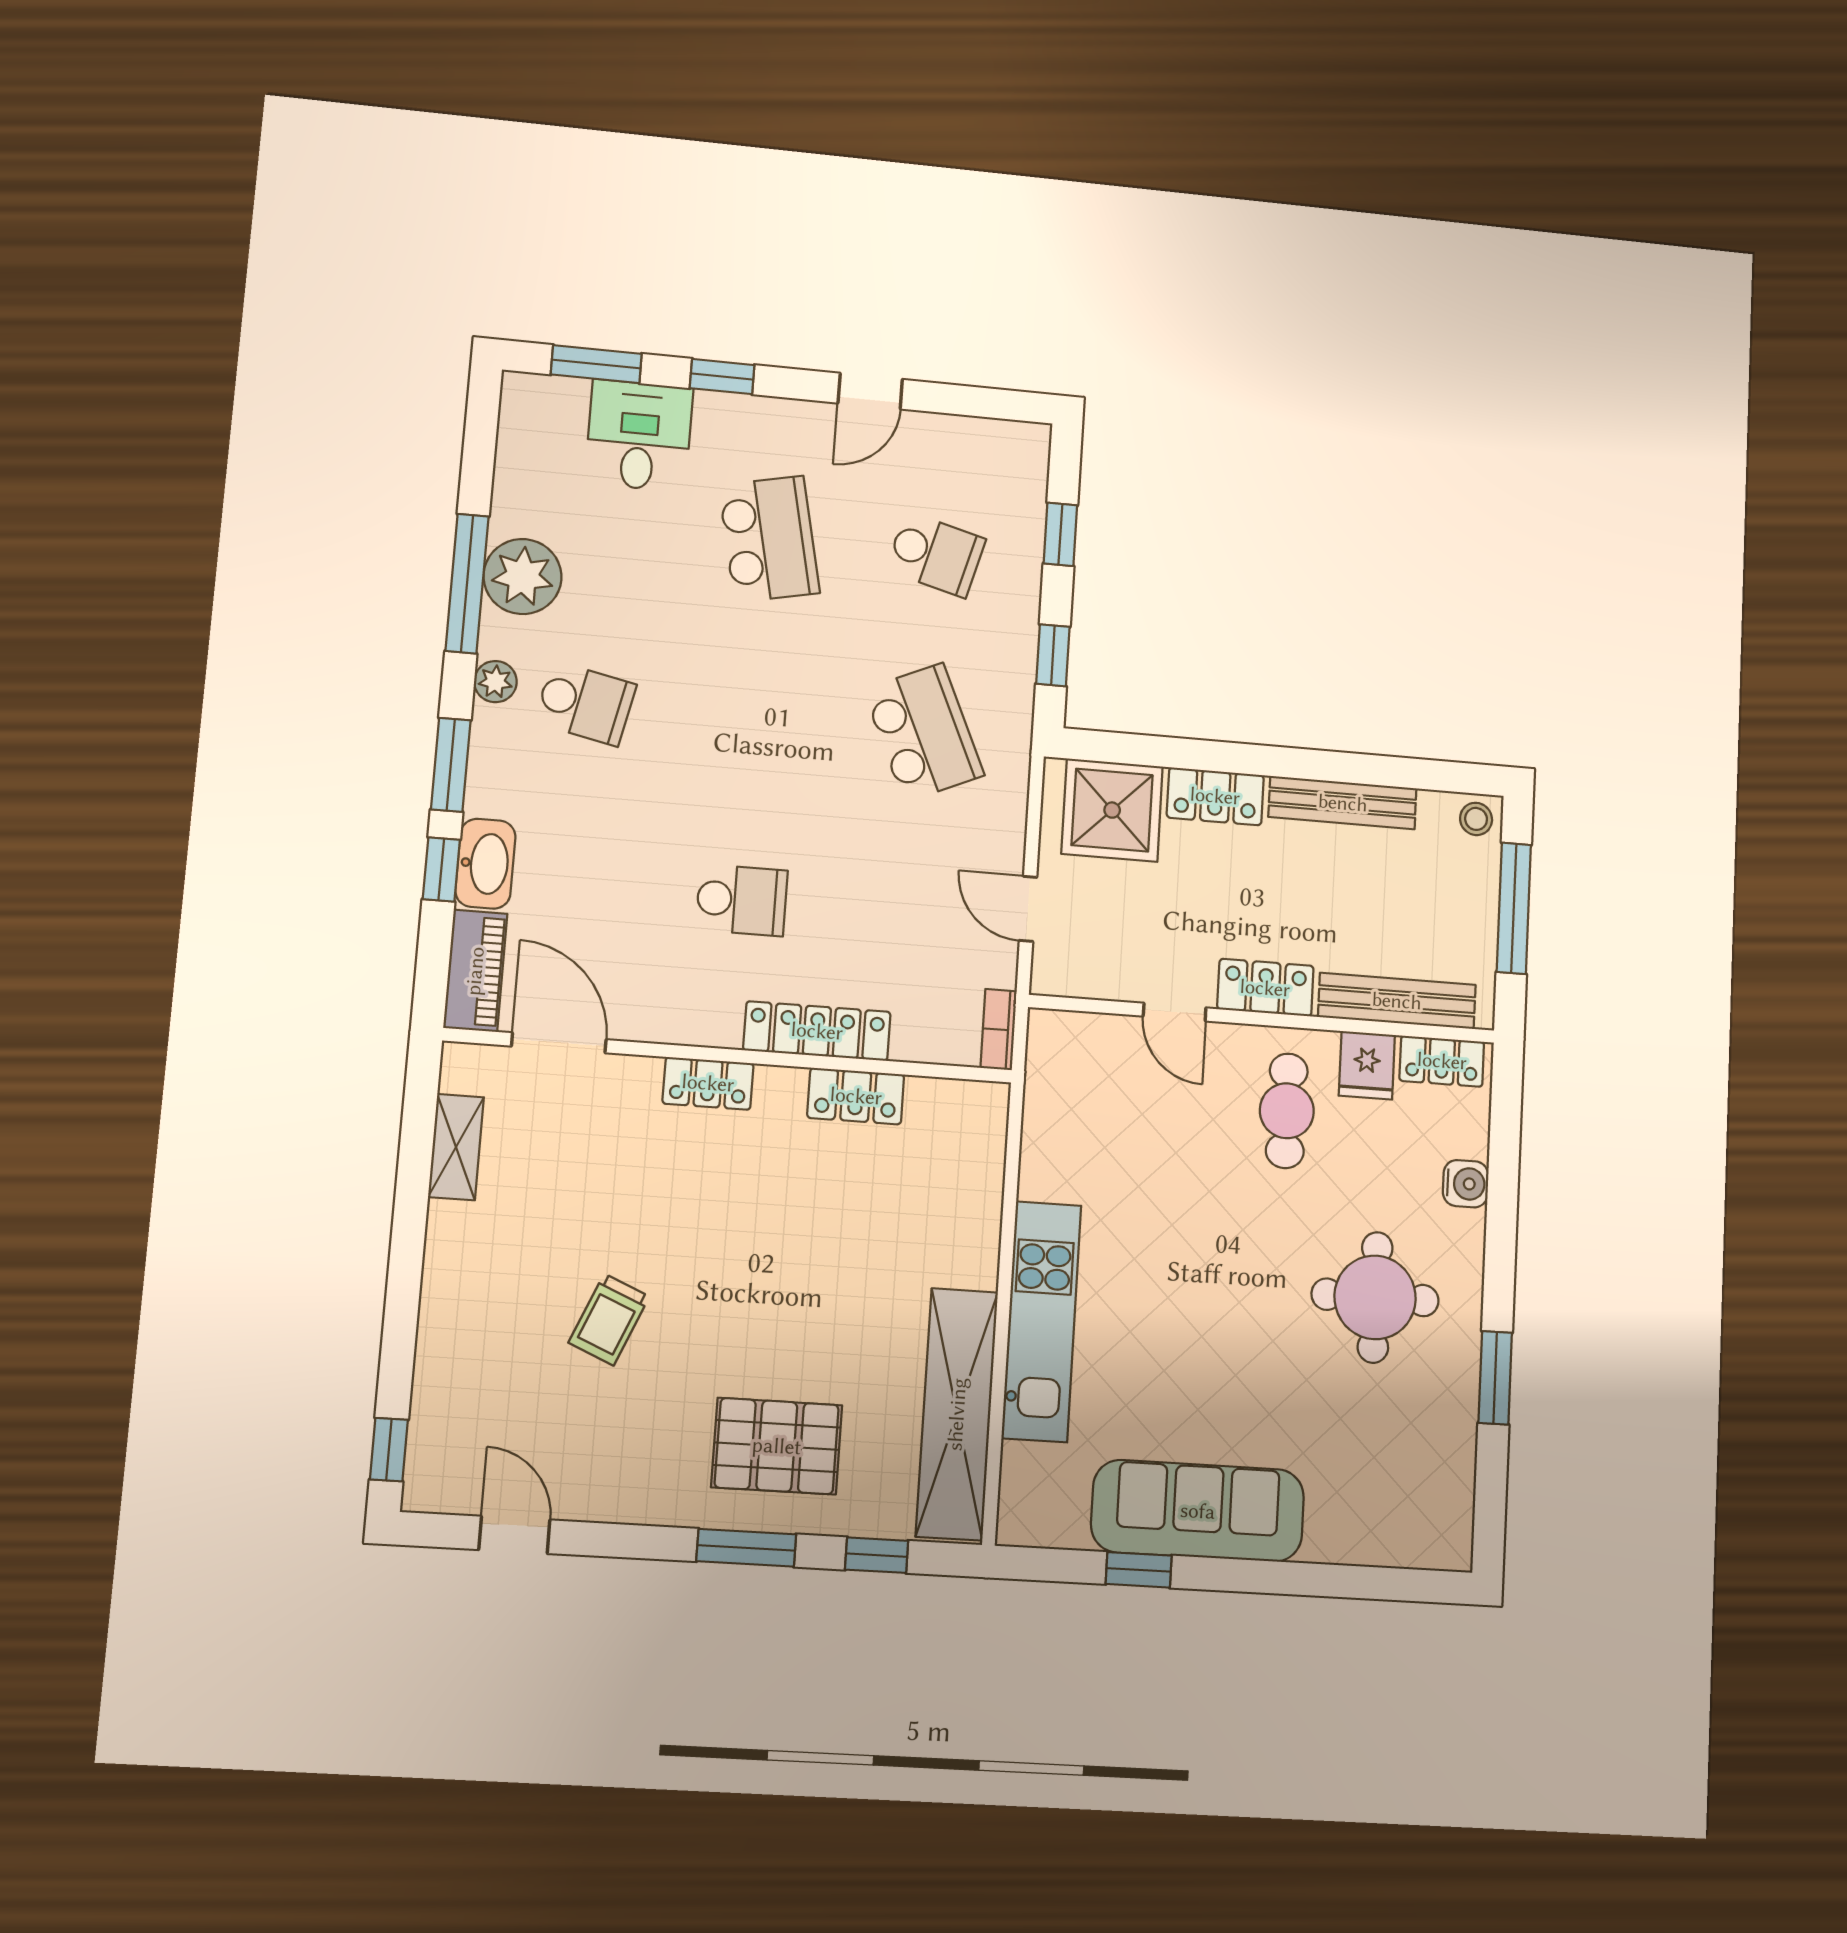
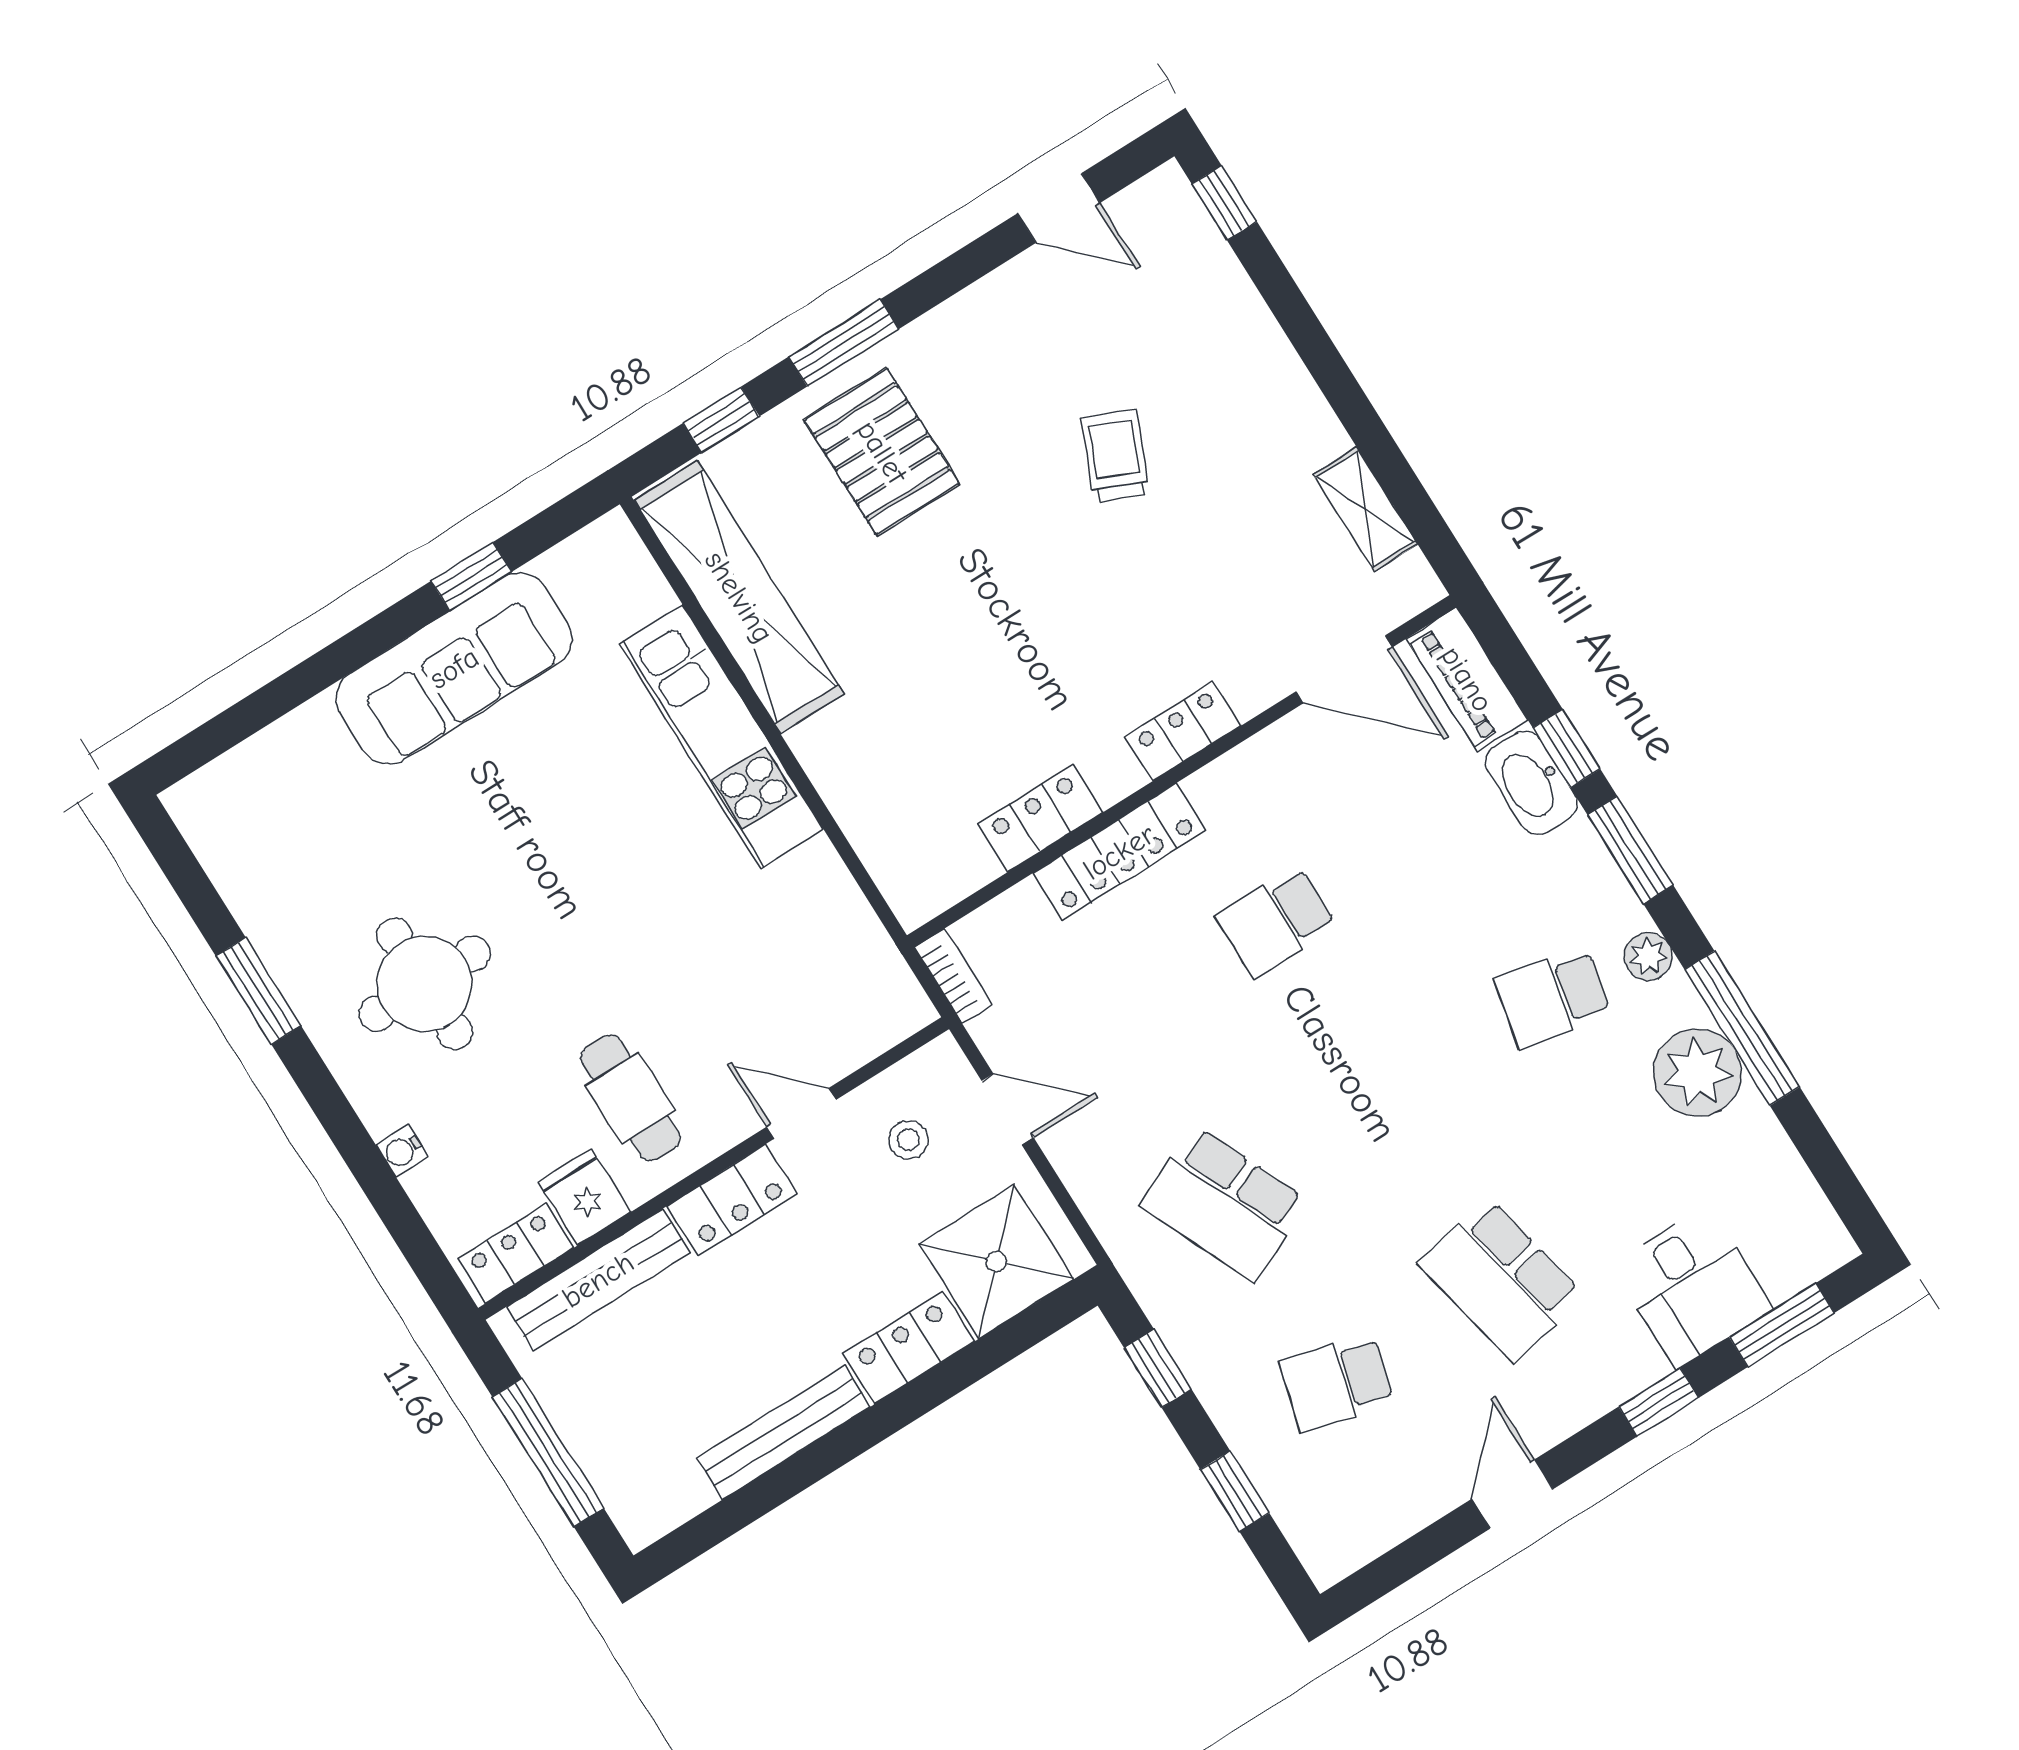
stool: (1476, 819) -> (908, 1140), moved
water cooler: (1466, 1184) -> (402, 1151), width x0.72, depth x0.72
pallet: (777, 1446) -> (882, 452), turned 90

